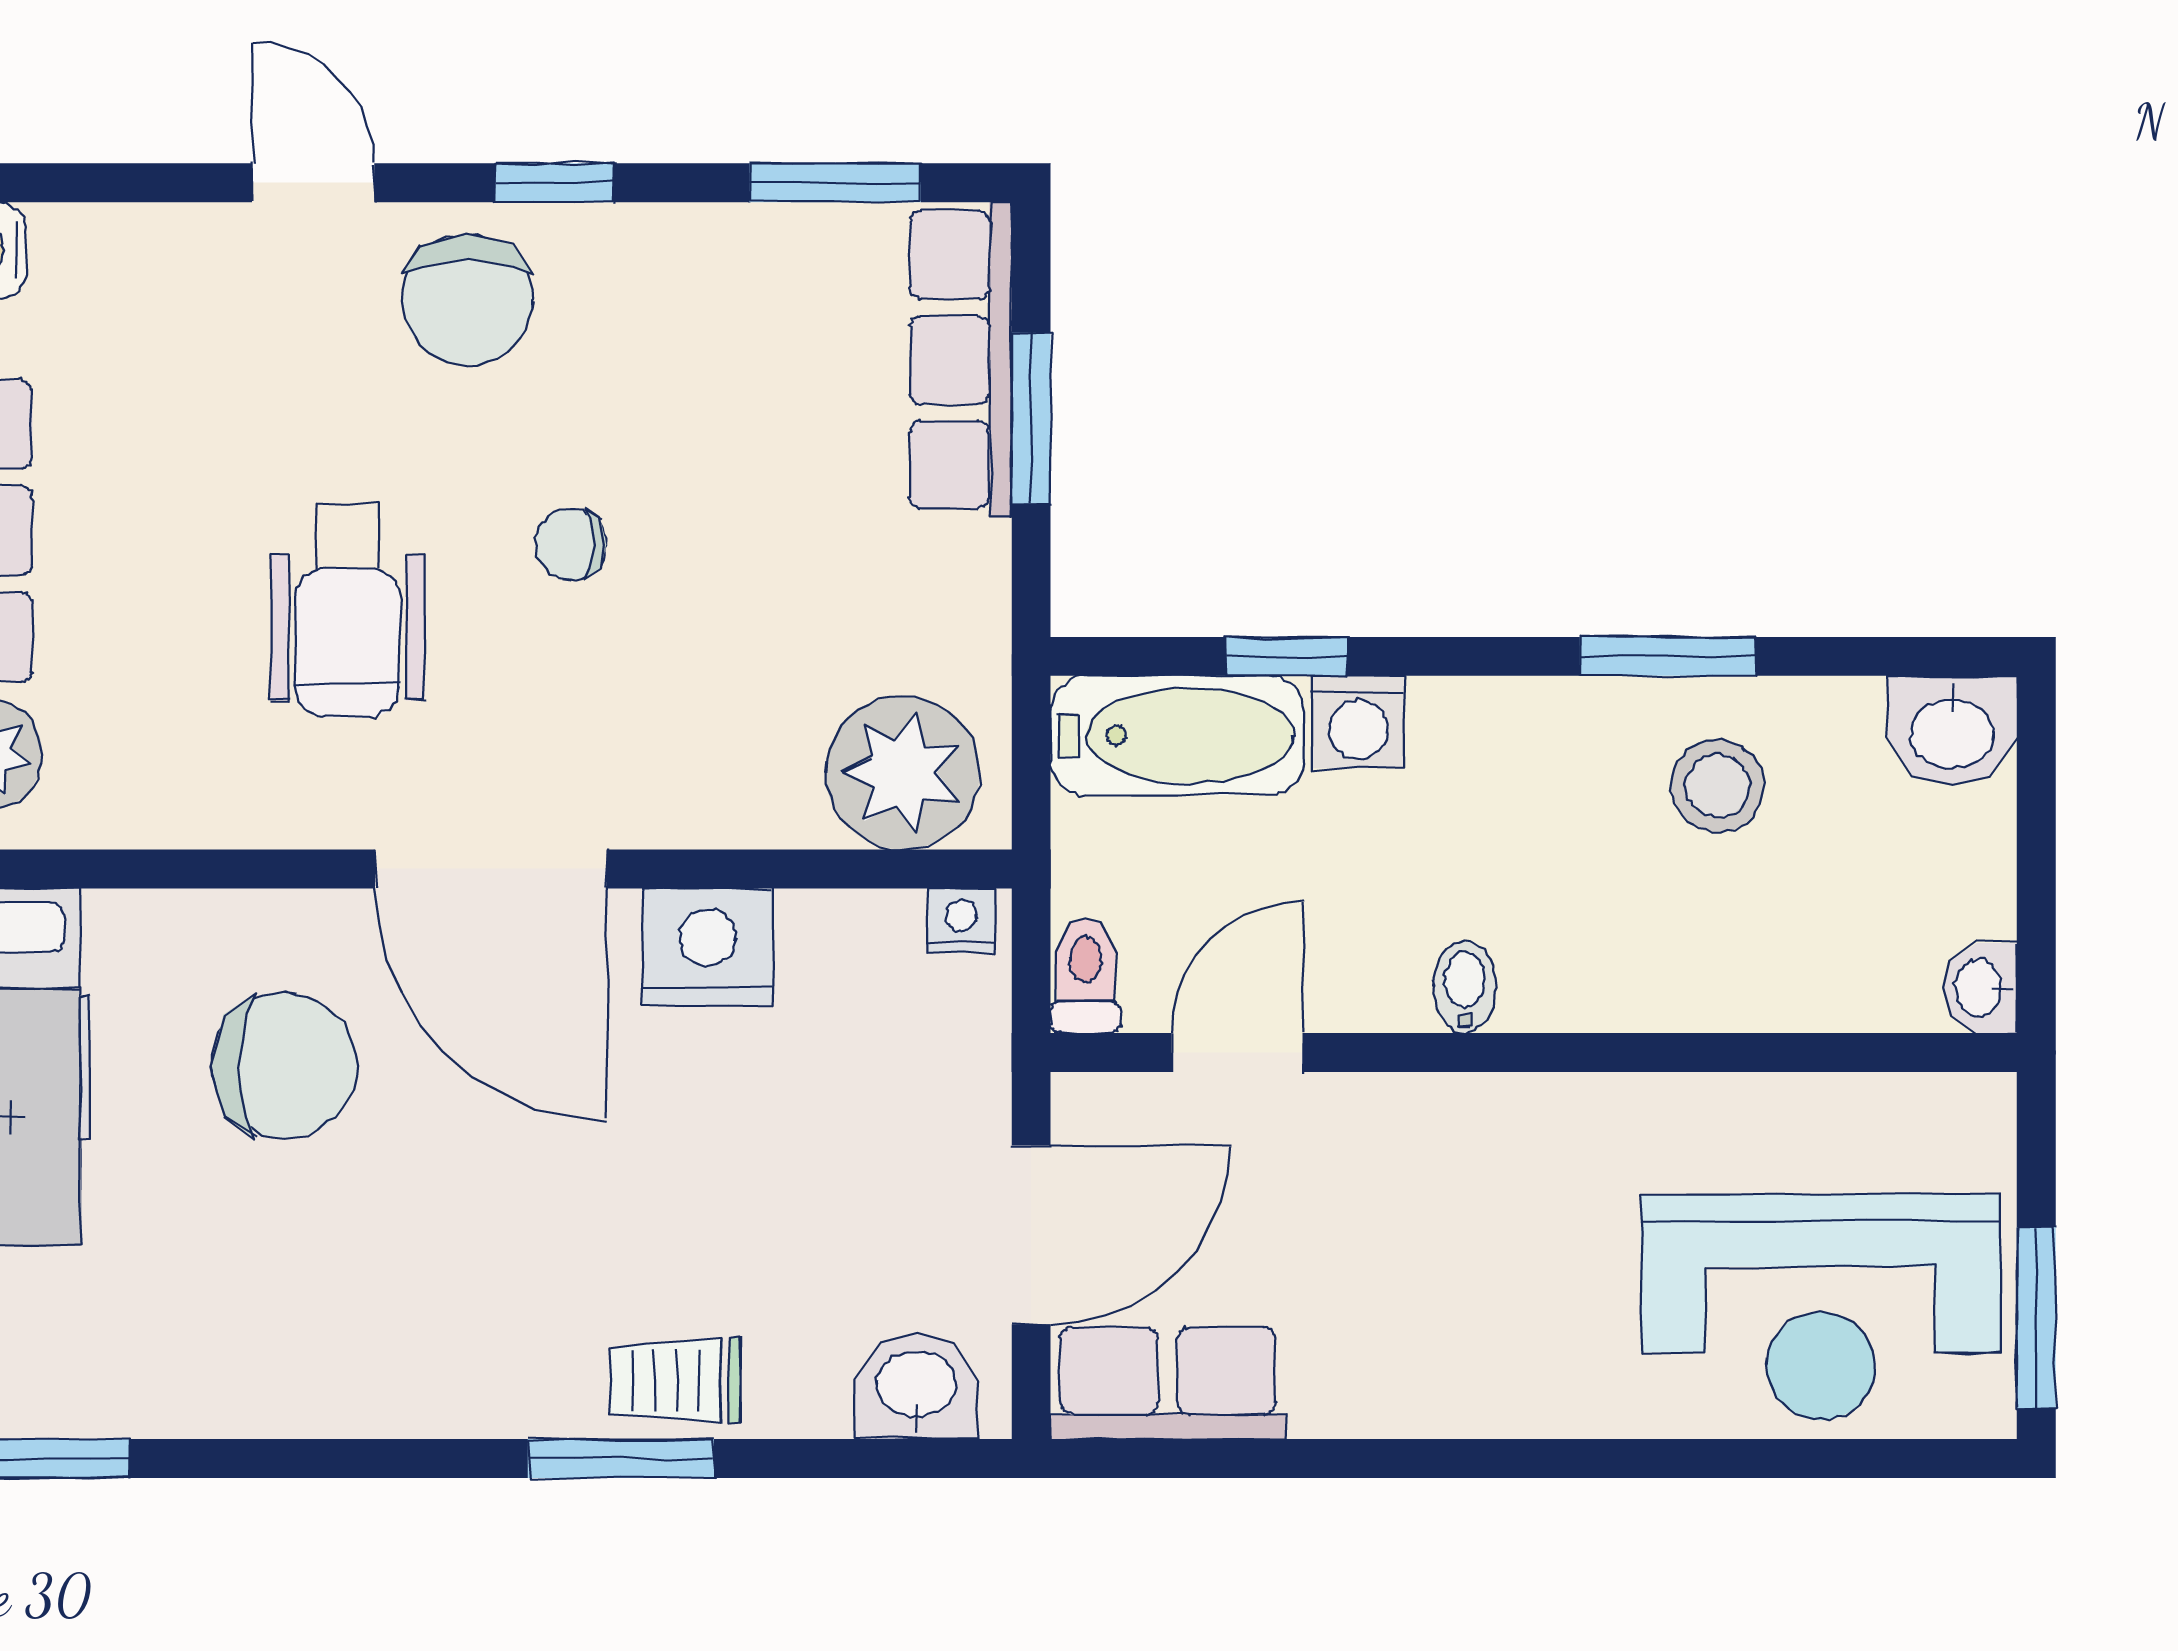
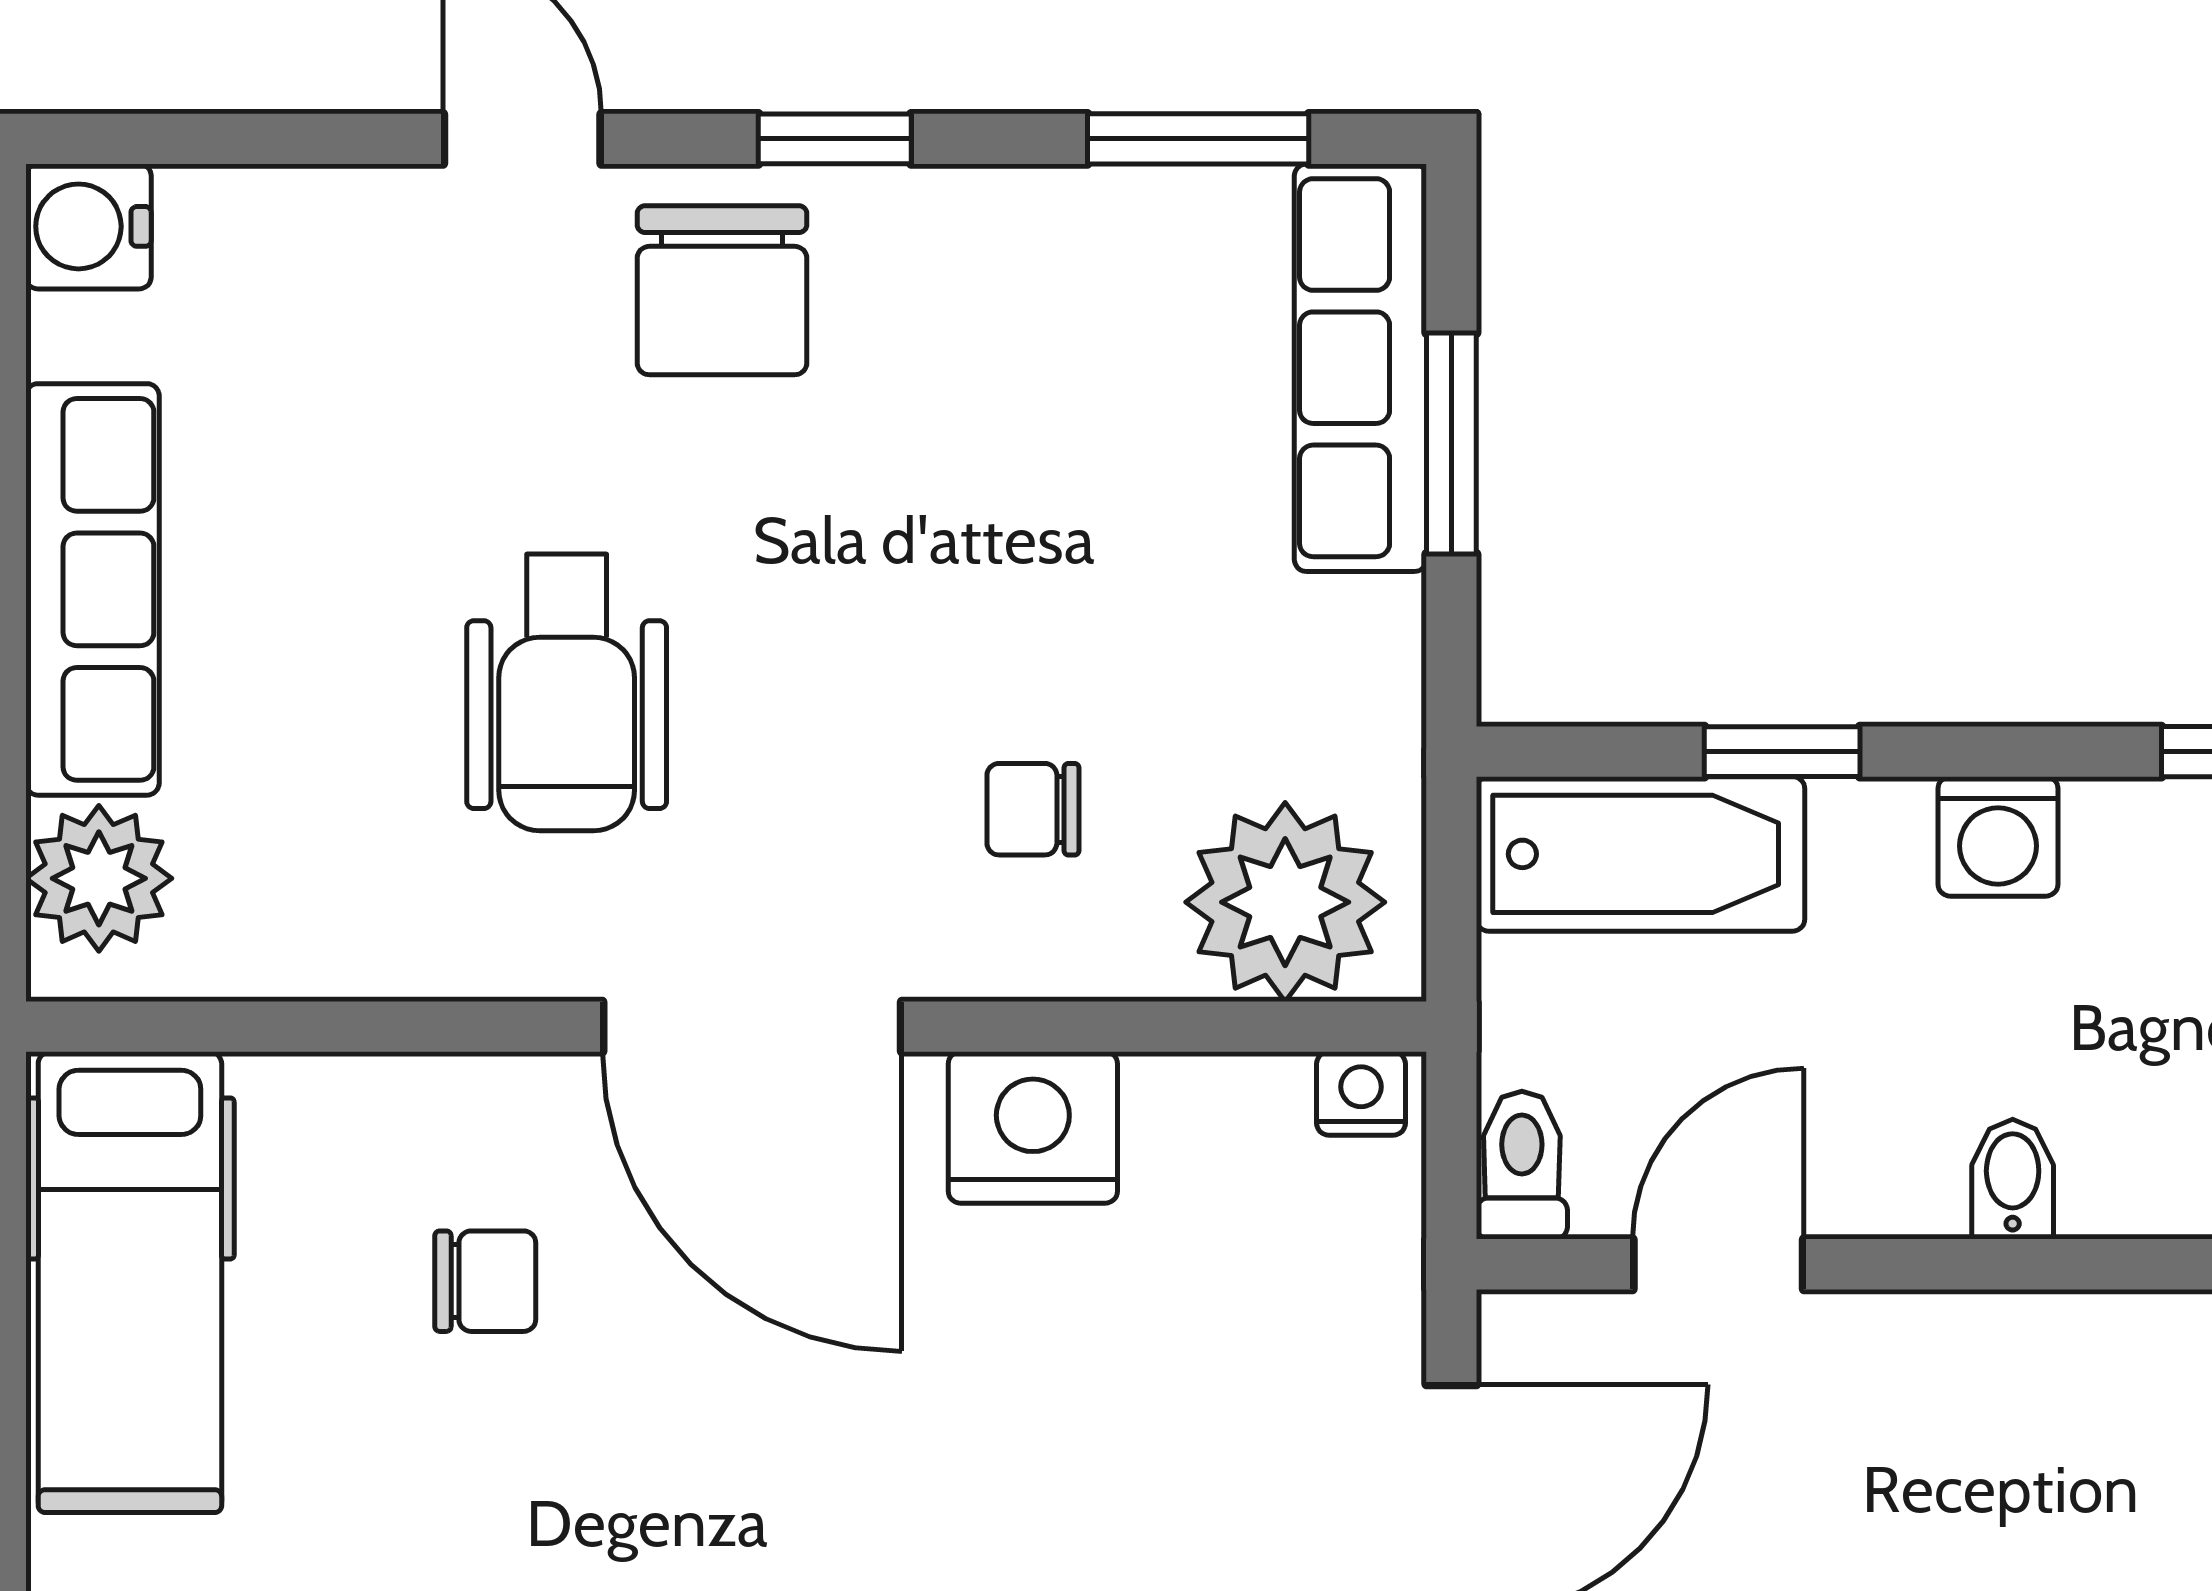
chair: (571, 544) -> (1033, 809), moved
washing machine: (1358, 722) -> (1998, 836), moved
chair: (285, 1066) -> (485, 1281), width x0.54, depth x0.54

